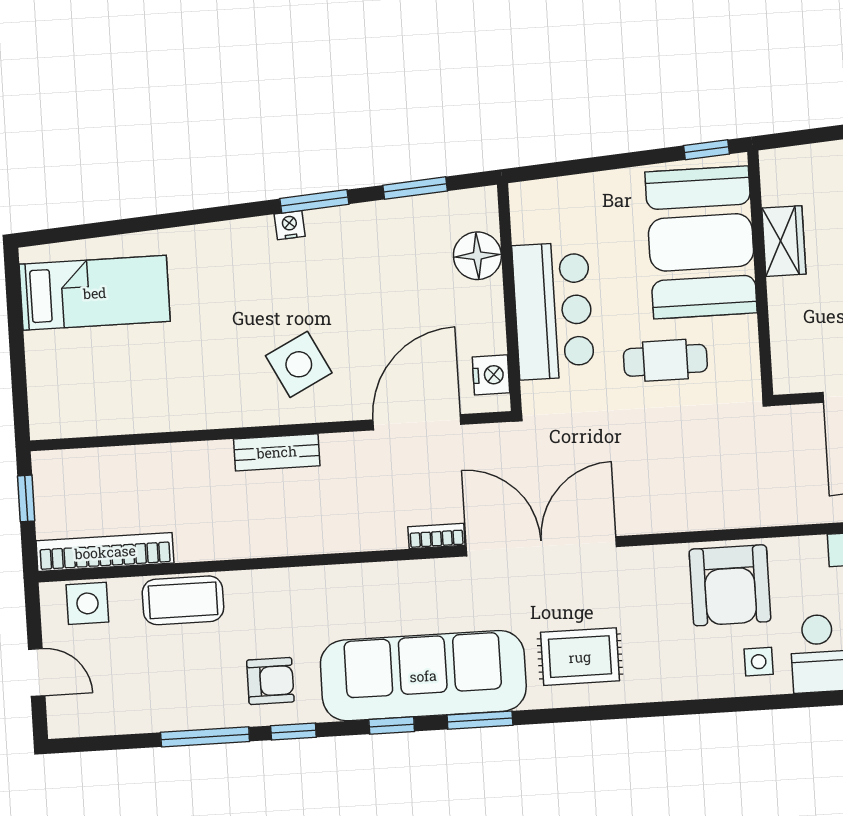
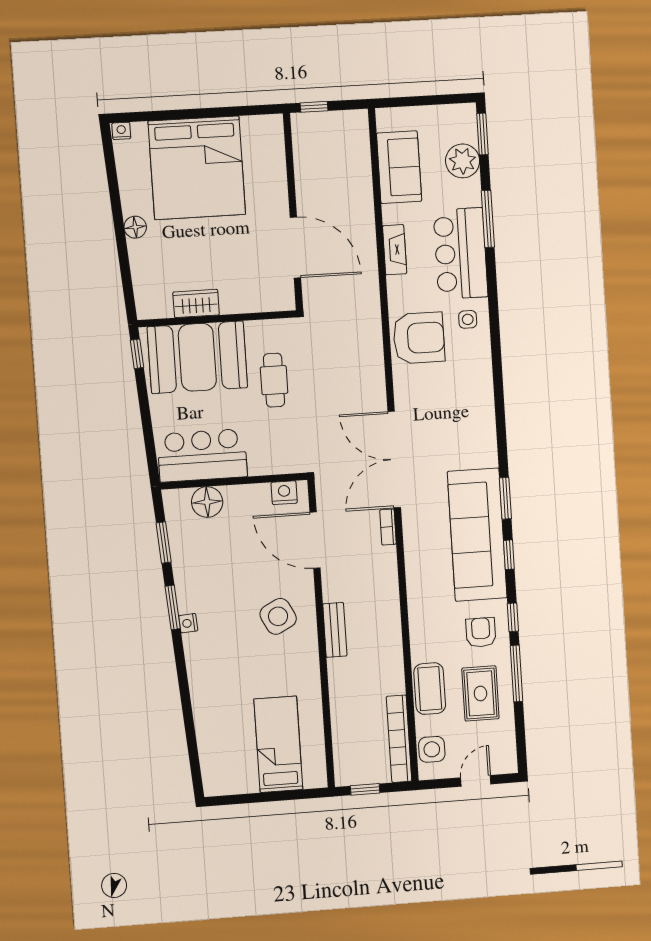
bed: (95, 293) -> (278, 744), moved
bar counter: (553, 311) -> (202, 455), moved
rug: (580, 657) -> (480, 693), moved

